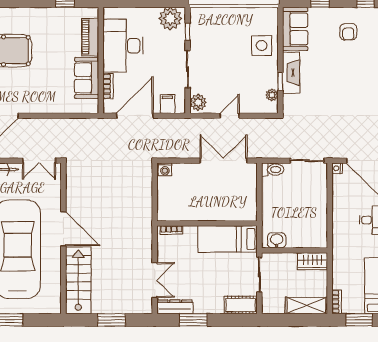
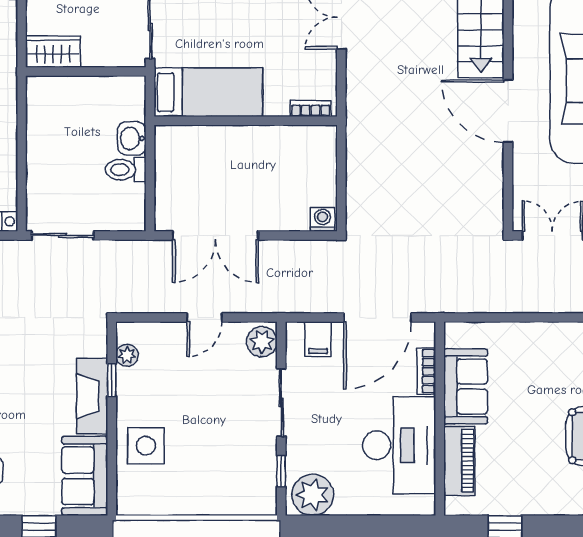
toilet: (273, 170) -> (126, 170), moved
washbasin: (277, 240) -> (132, 138), moved, turned 90

